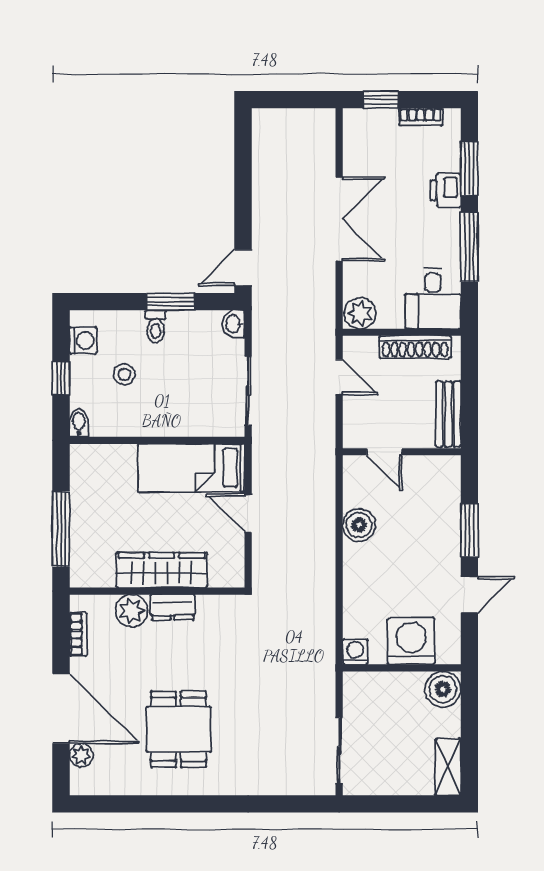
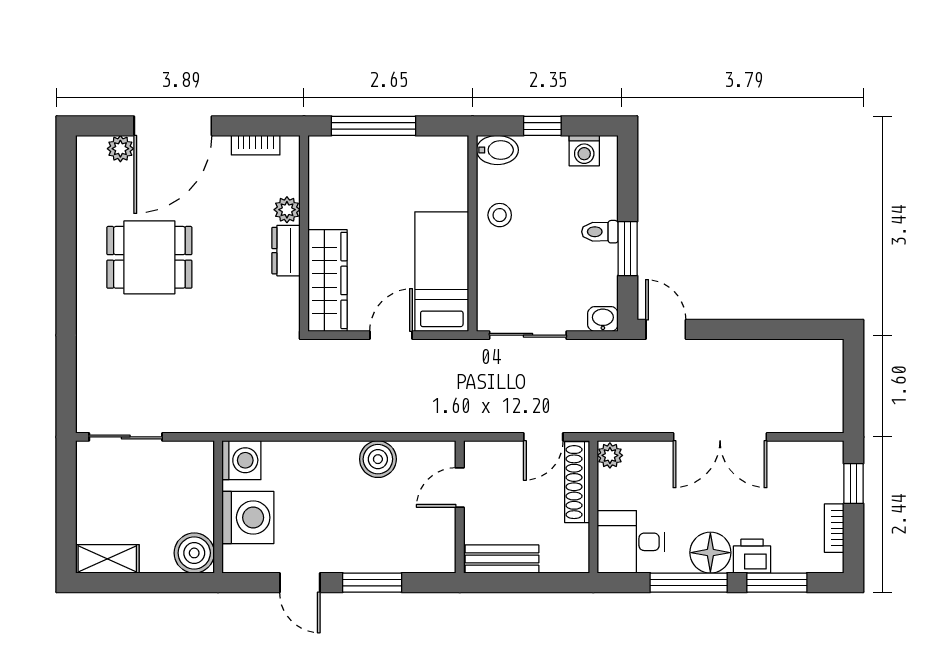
floor lamp: (442, 228) -> (710, 553), added
plant: (360, 313) -> (610, 455), width x0.73, depth x0.73
shoe rack: (415, 347) -> (577, 482), moved
stool: (124, 374) -> (500, 215), moved
bidet: (79, 423) -> (497, 150), width x1.38, depth x1.36
wardrobe: (162, 570) -> (327, 280), moved
plant: (132, 611) -> (287, 210), width x0.73, depth x0.73
washing machine: (355, 652) -> (241, 460), width x1.38, depth x1.38

